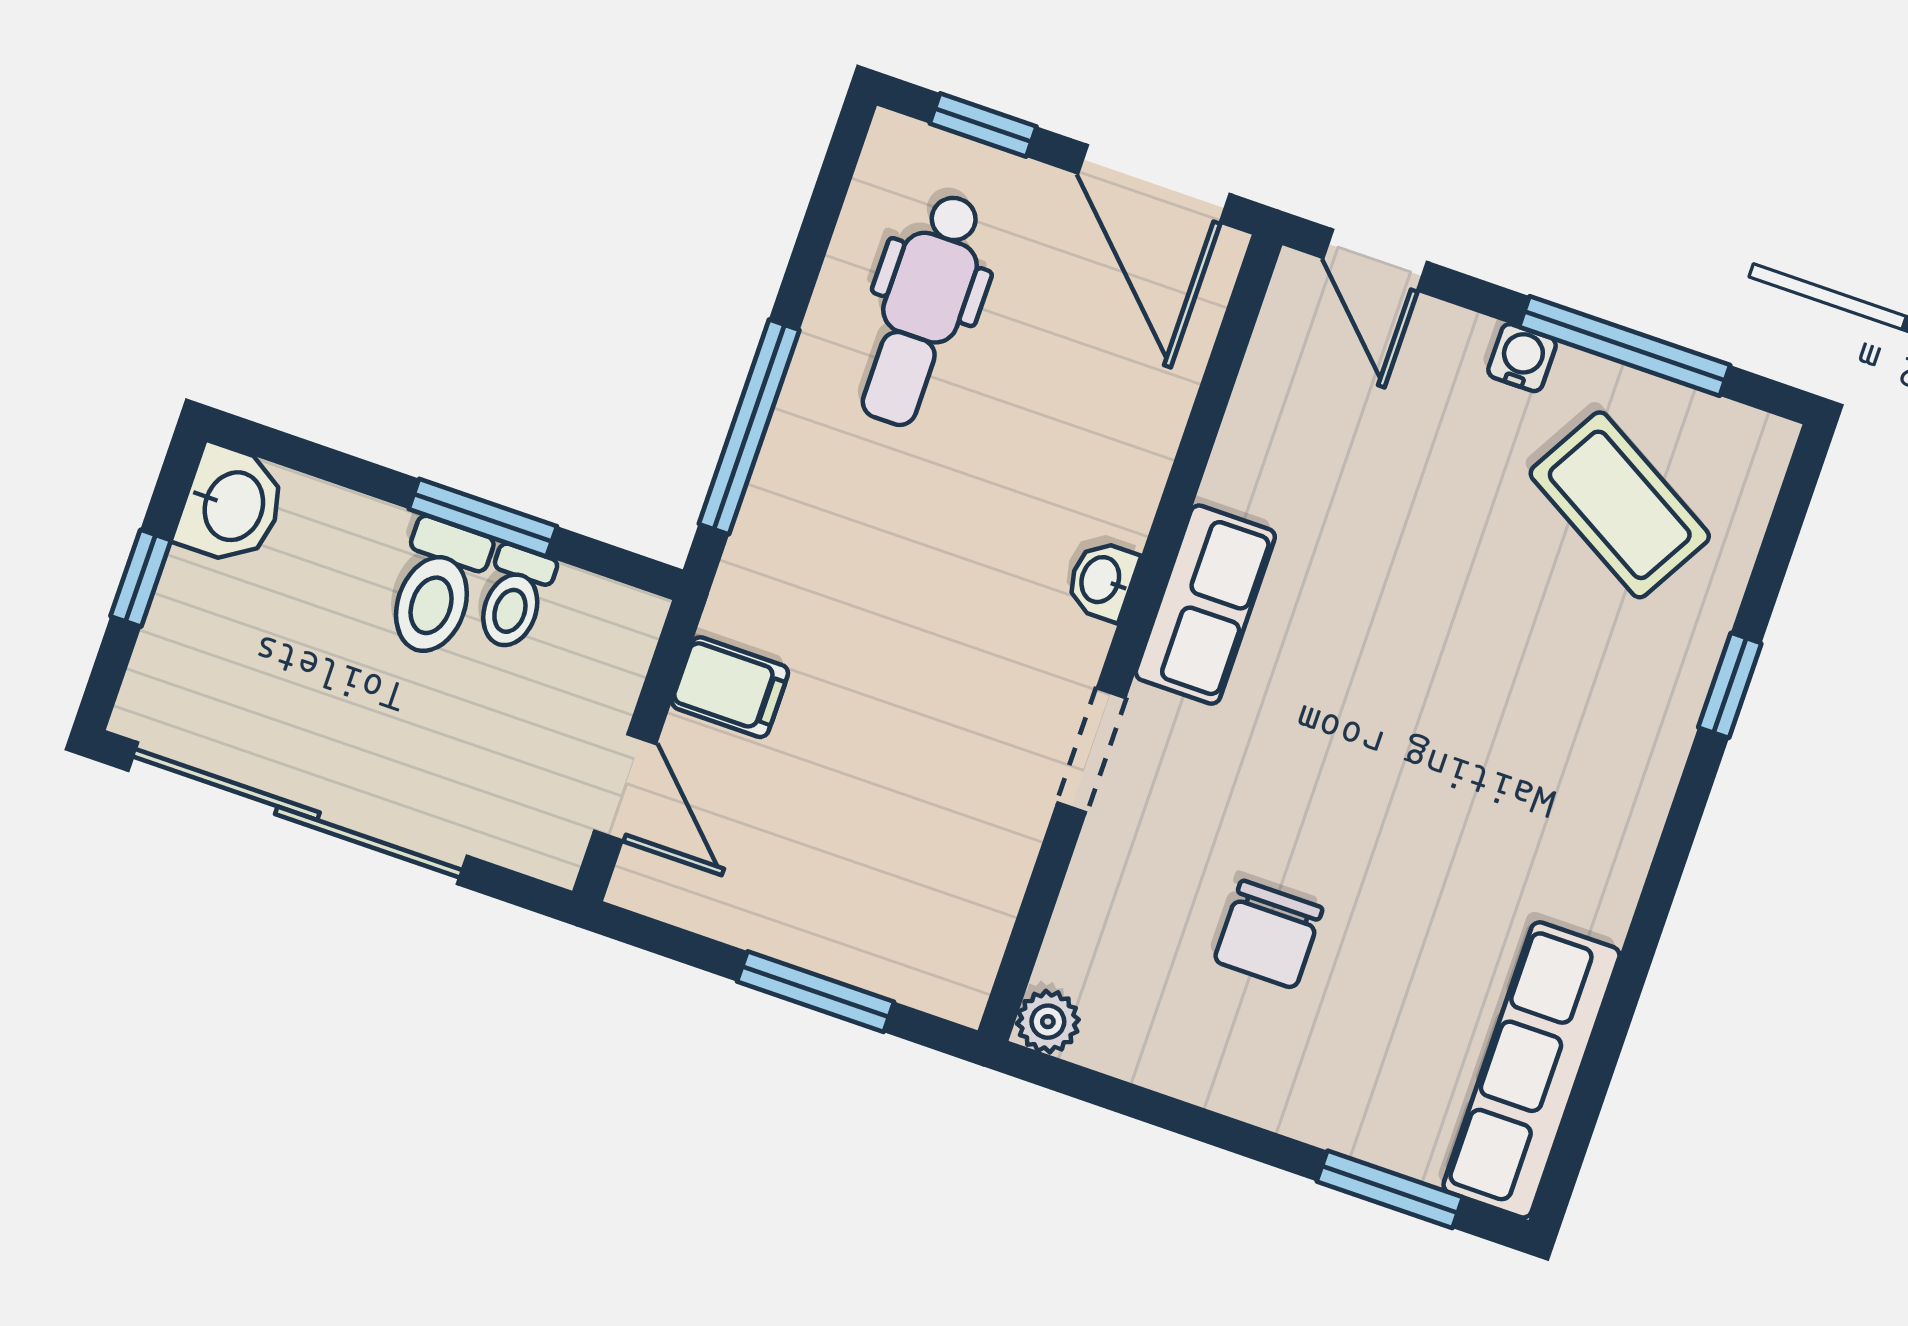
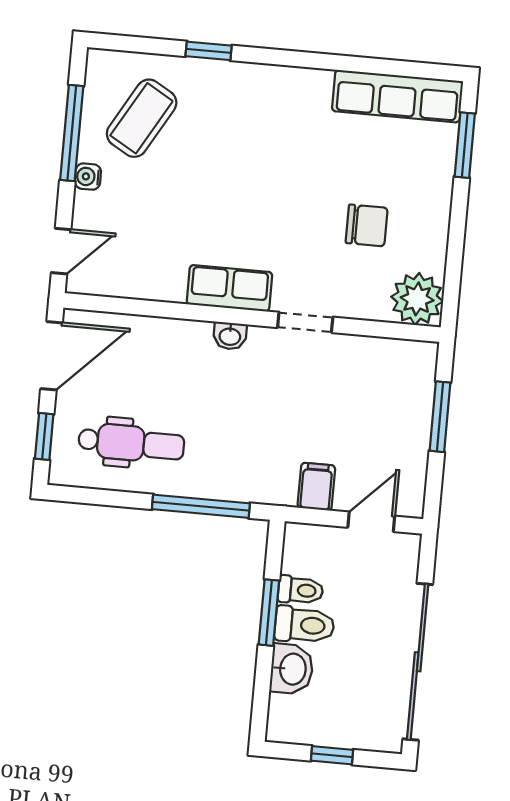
washbasin: (231, 505) -> (292, 669), moved, turned 90
plant: (1048, 1022) -> (417, 299), width x1.87, depth x1.87

